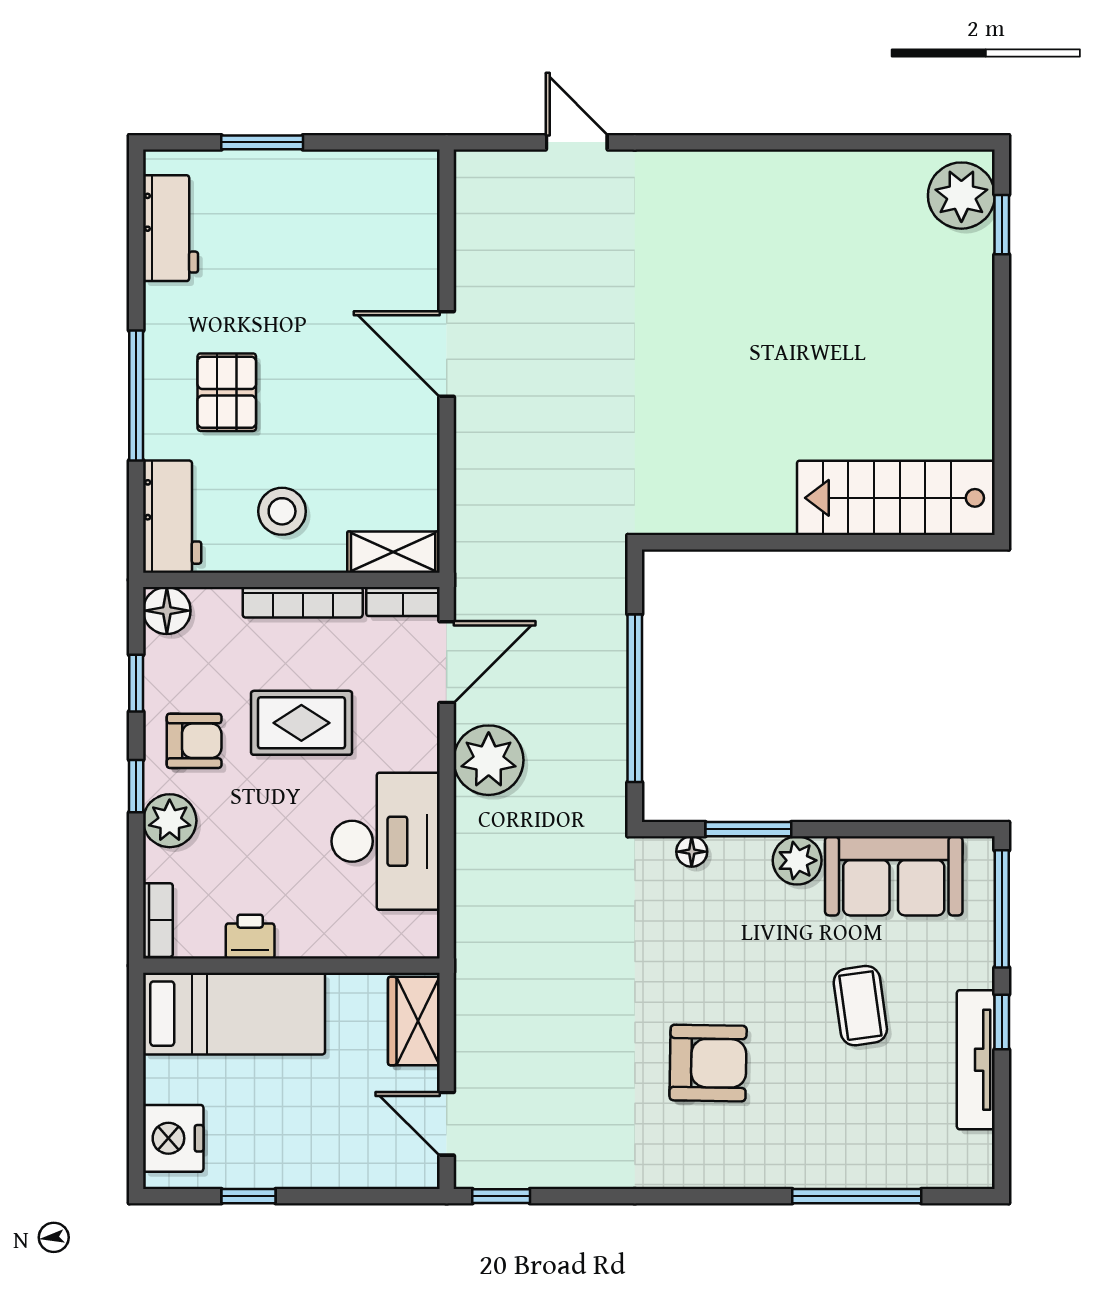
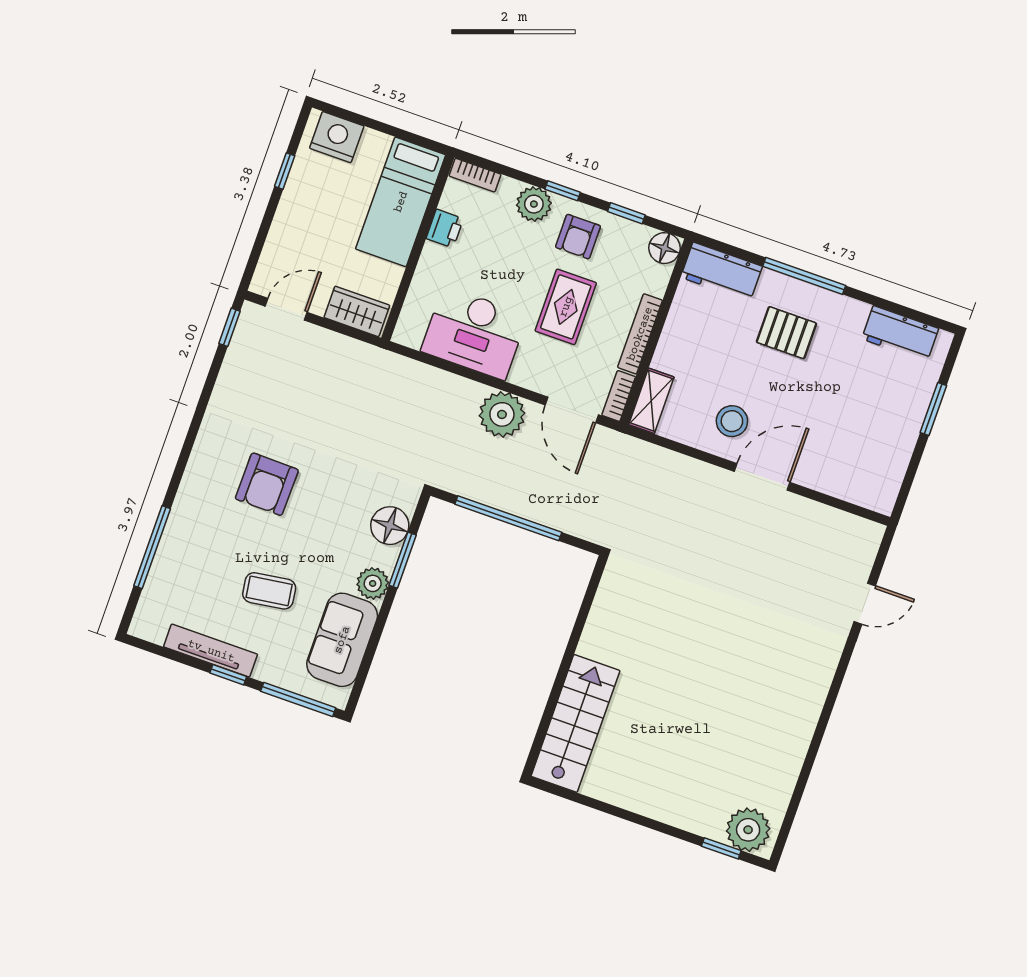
stool: (282, 511) -> (732, 421), moved
floor lamp: (692, 852) -> (390, 526), width x1.89, depth x1.89

